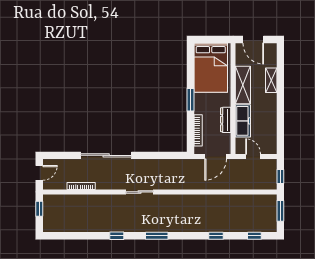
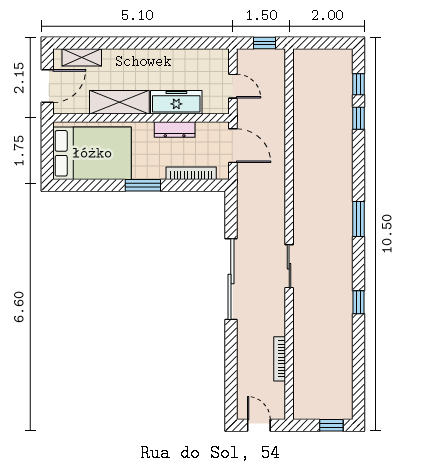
shelving: (271, 80) -> (82, 57), moved
sliding door: (106, 155) -> (231, 279), moved
door: (253, 157) -> (233, 86), swing flipped
window: (39, 209) -> (331, 425), moved
window: (280, 211) -> (319, 43), removed
window: (157, 236) -> (358, 219), moved
window: (216, 236) -> (358, 118), moved

